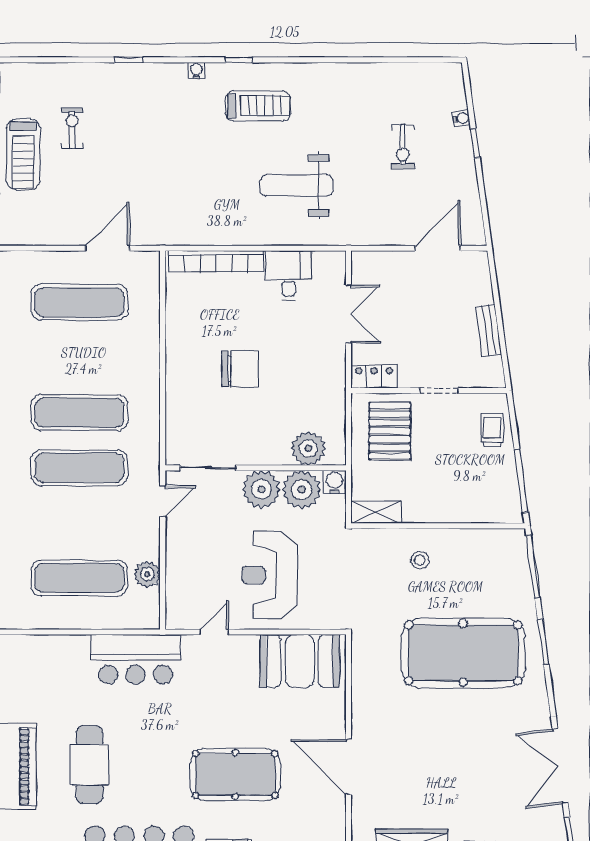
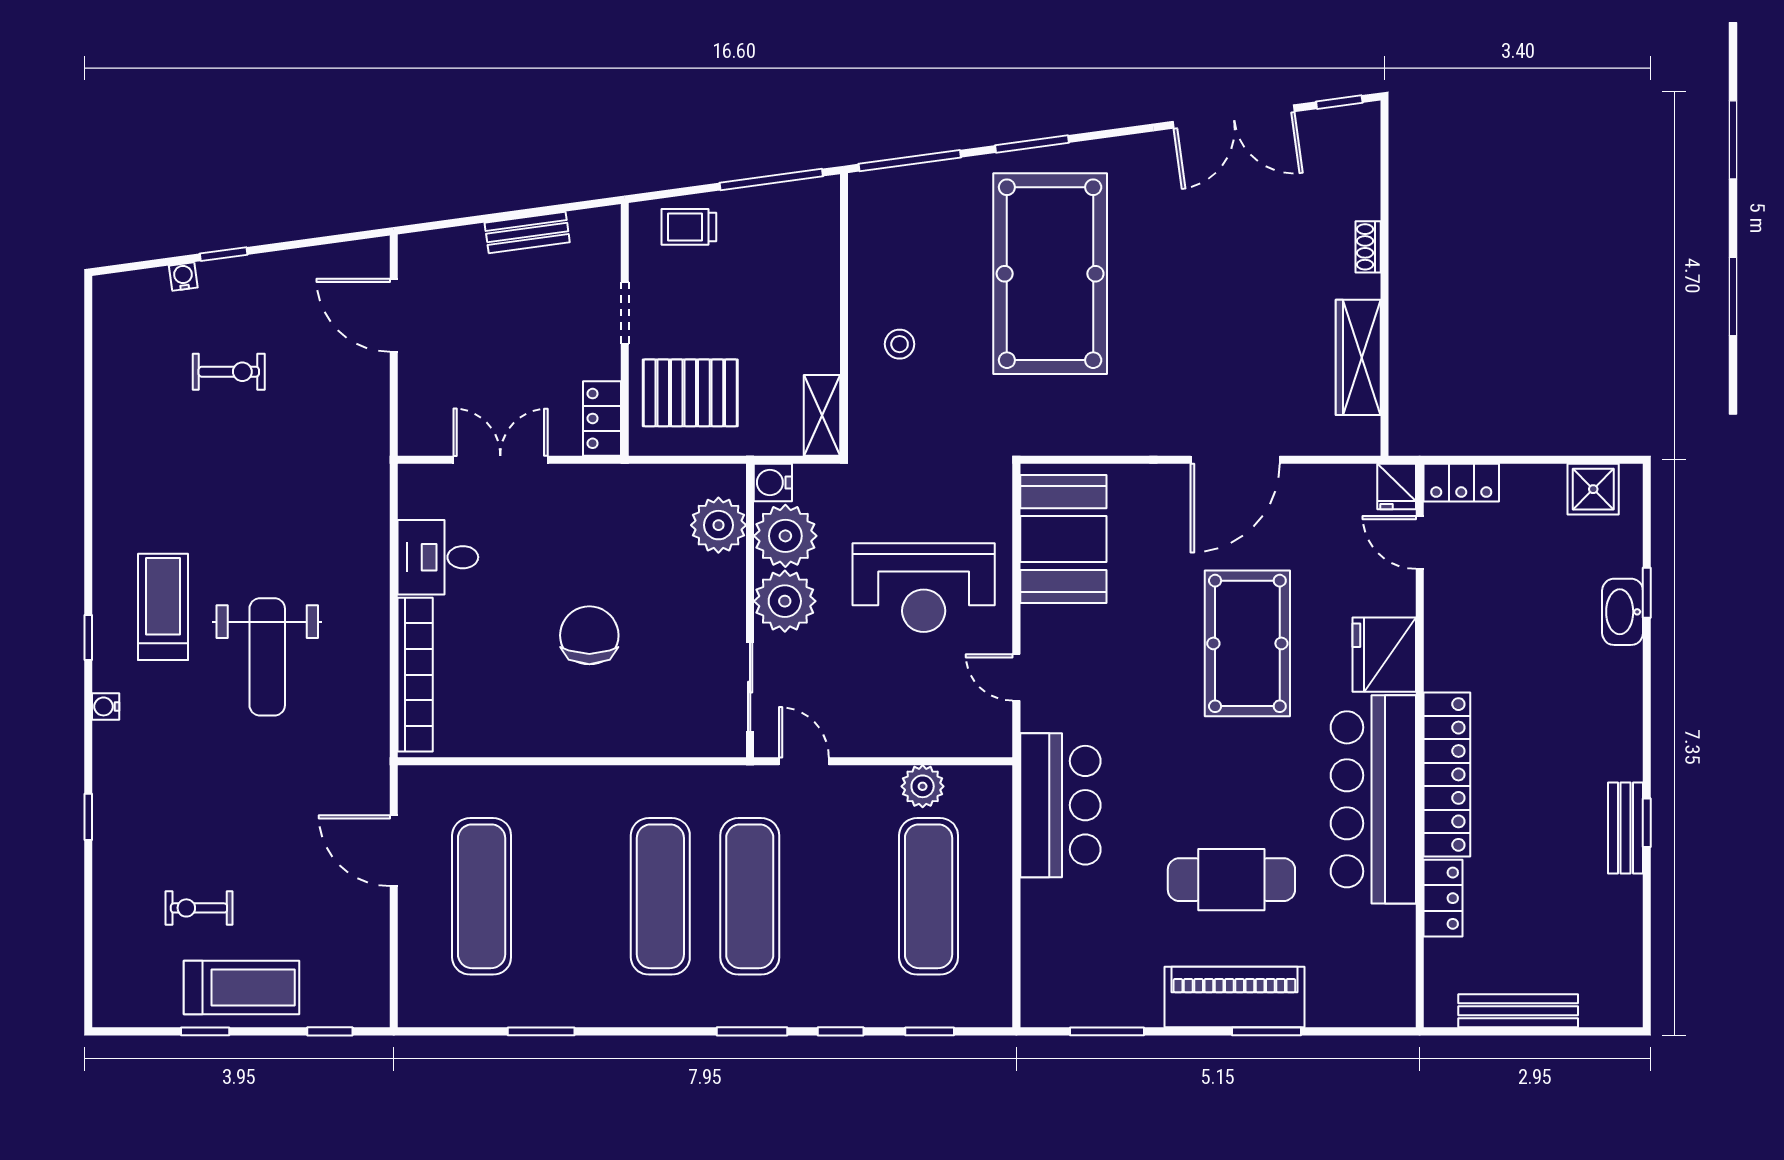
weight bench: (297, 185) -> (267, 657), moved

